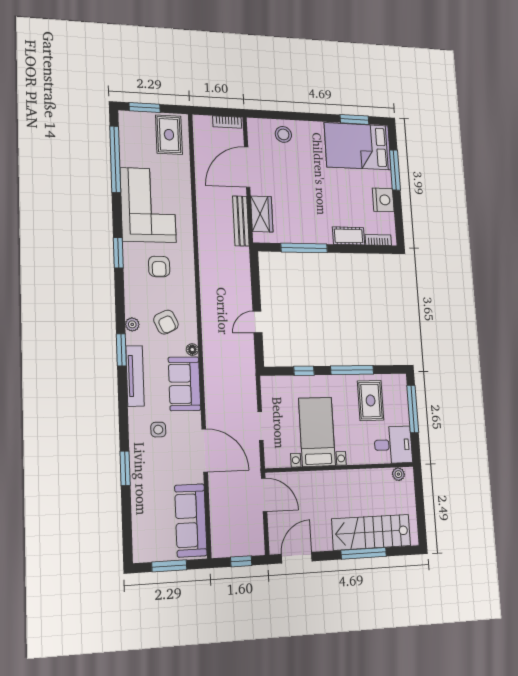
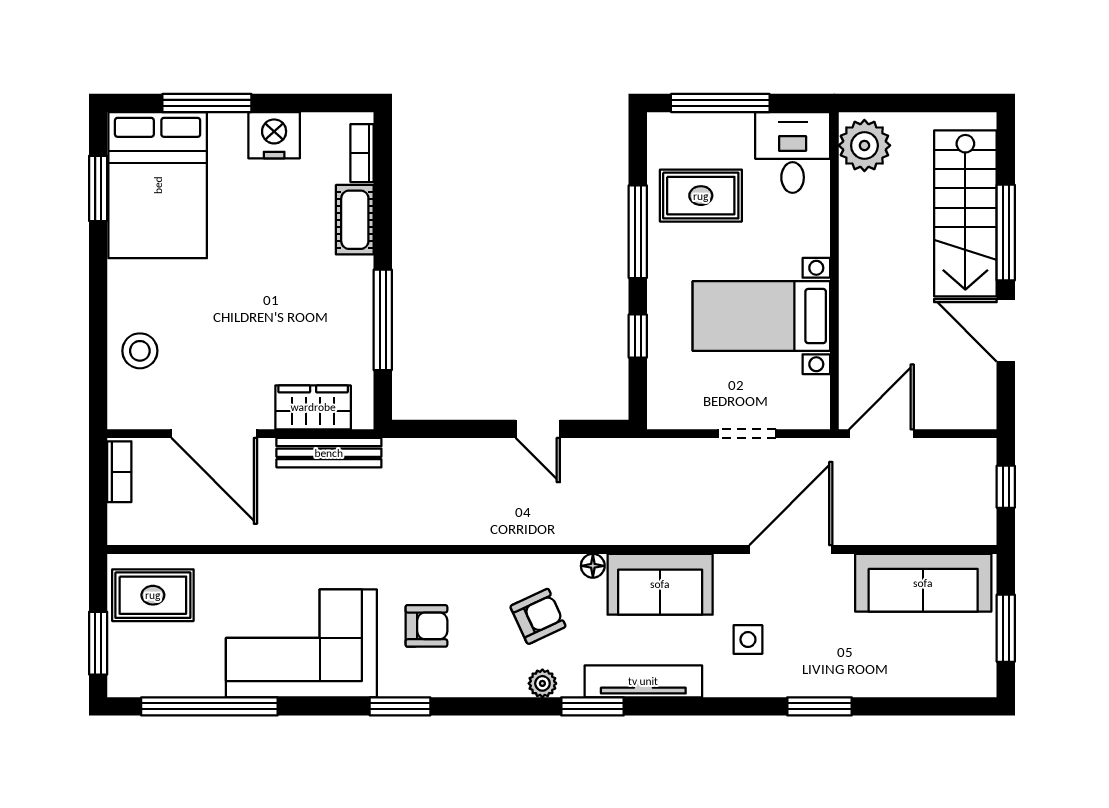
plant: (398, 474) -> (864, 145), width x1.88, depth x1.88
door: (297, 558) -> (1006, 330), moved

